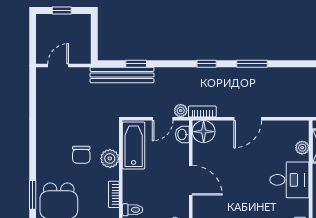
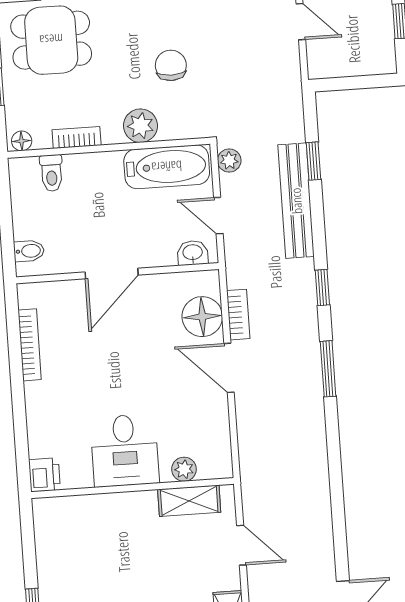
bench: (122, 75) -> (296, 201), moved
plant: (181, 111) -> (229, 161), moved
bookcase: (202, 112) -> (238, 315), moved
floor lamp: (204, 132) -> (202, 317), moved
chair: (81, 155) -> (171, 65), moved, turned 90

